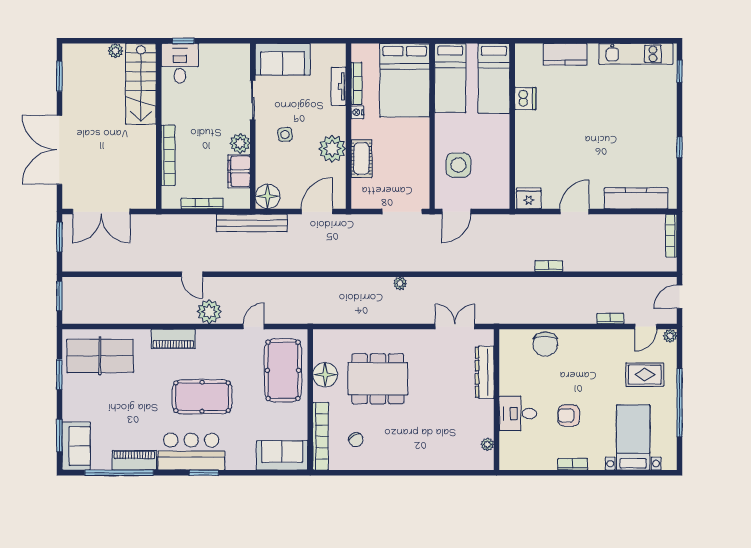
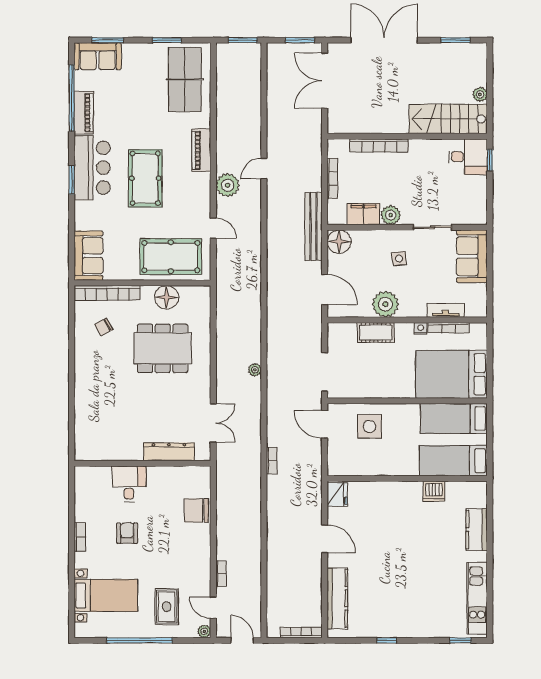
bookcase: (549, 266) -> (272, 461), moved
dining table: (378, 379) -> (163, 348), turned 90
plant: (487, 444) -> (99, 455), removed

